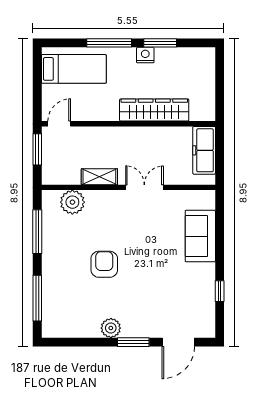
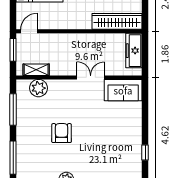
wardrobe: (154, 110) -> (117, 21), moved
shelving: (99, 177) -> (36, 70), moved
sofa: (200, 236) -> (123, 90), moved, turned -90

